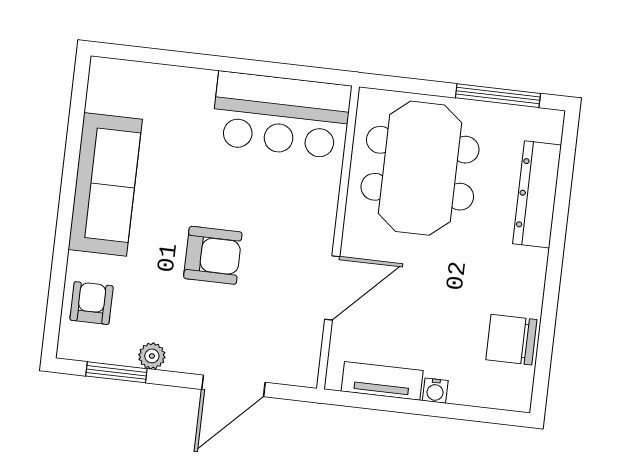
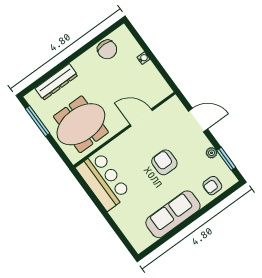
tv unit: (382, 381) -> (155, 77), removed

